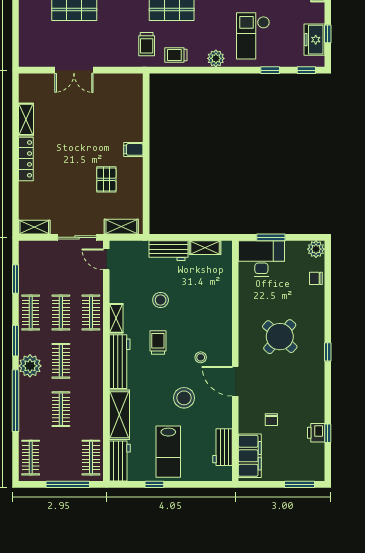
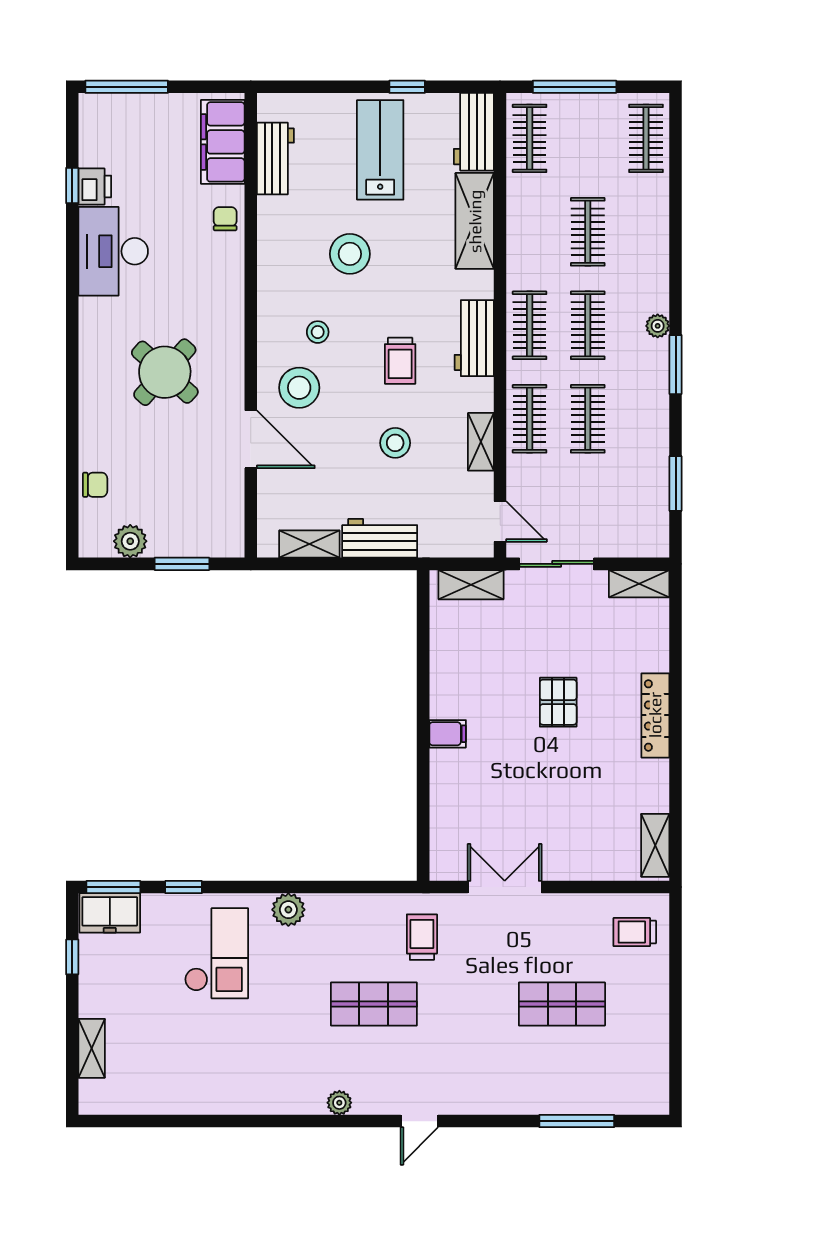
freezer: (314, 40) -> (110, 913), moved, turned 90
trolley: (176, 55) -> (635, 932), moved, turned 180
double door: (74, 70) -> (505, 887), moved
window: (306, 70) -> (113, 887), width x1.50
shelving: (26, 119) -> (655, 845), moved
pallet: (106, 179) -> (558, 702), moved
plant: (316, 249) -> (130, 541), moved
desk: (261, 259) -> (113, 251), moved, turned 90
clothes rail: (31, 312) -> (530, 325), moved
shelving: (116, 318) -> (481, 442), moved
stool: (210, 329) -> (299, 388), added
window: (328, 352) -> (72, 342), removed
workbench: (120, 362) -> (474, 338), width x0.73
plant: (30, 366) -> (658, 326), width x0.53, depth x0.53
door: (235, 381) -> (251, 439), moved
window: (15, 401) -> (676, 248), removed
chair: (271, 420) -> (225, 219), moved
window: (300, 484) -> (127, 87), width x1.44

